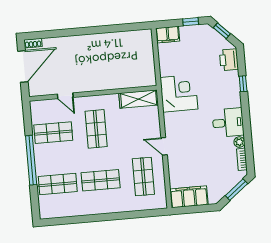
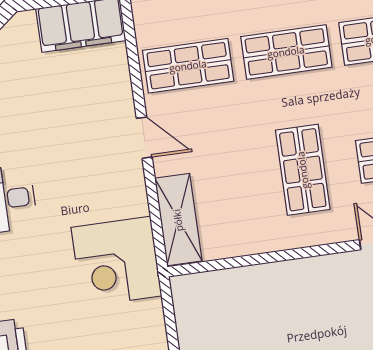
shelving: (139, 99) -> (178, 220), moved, turned 90
shop shelf: (143, 177) -> (188, 66), turned 90

